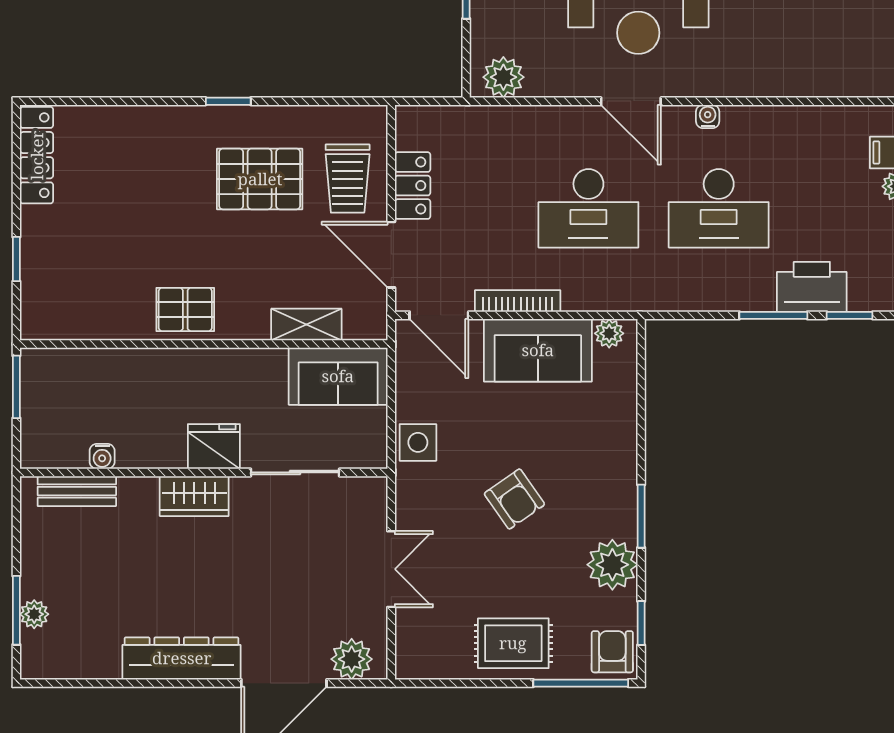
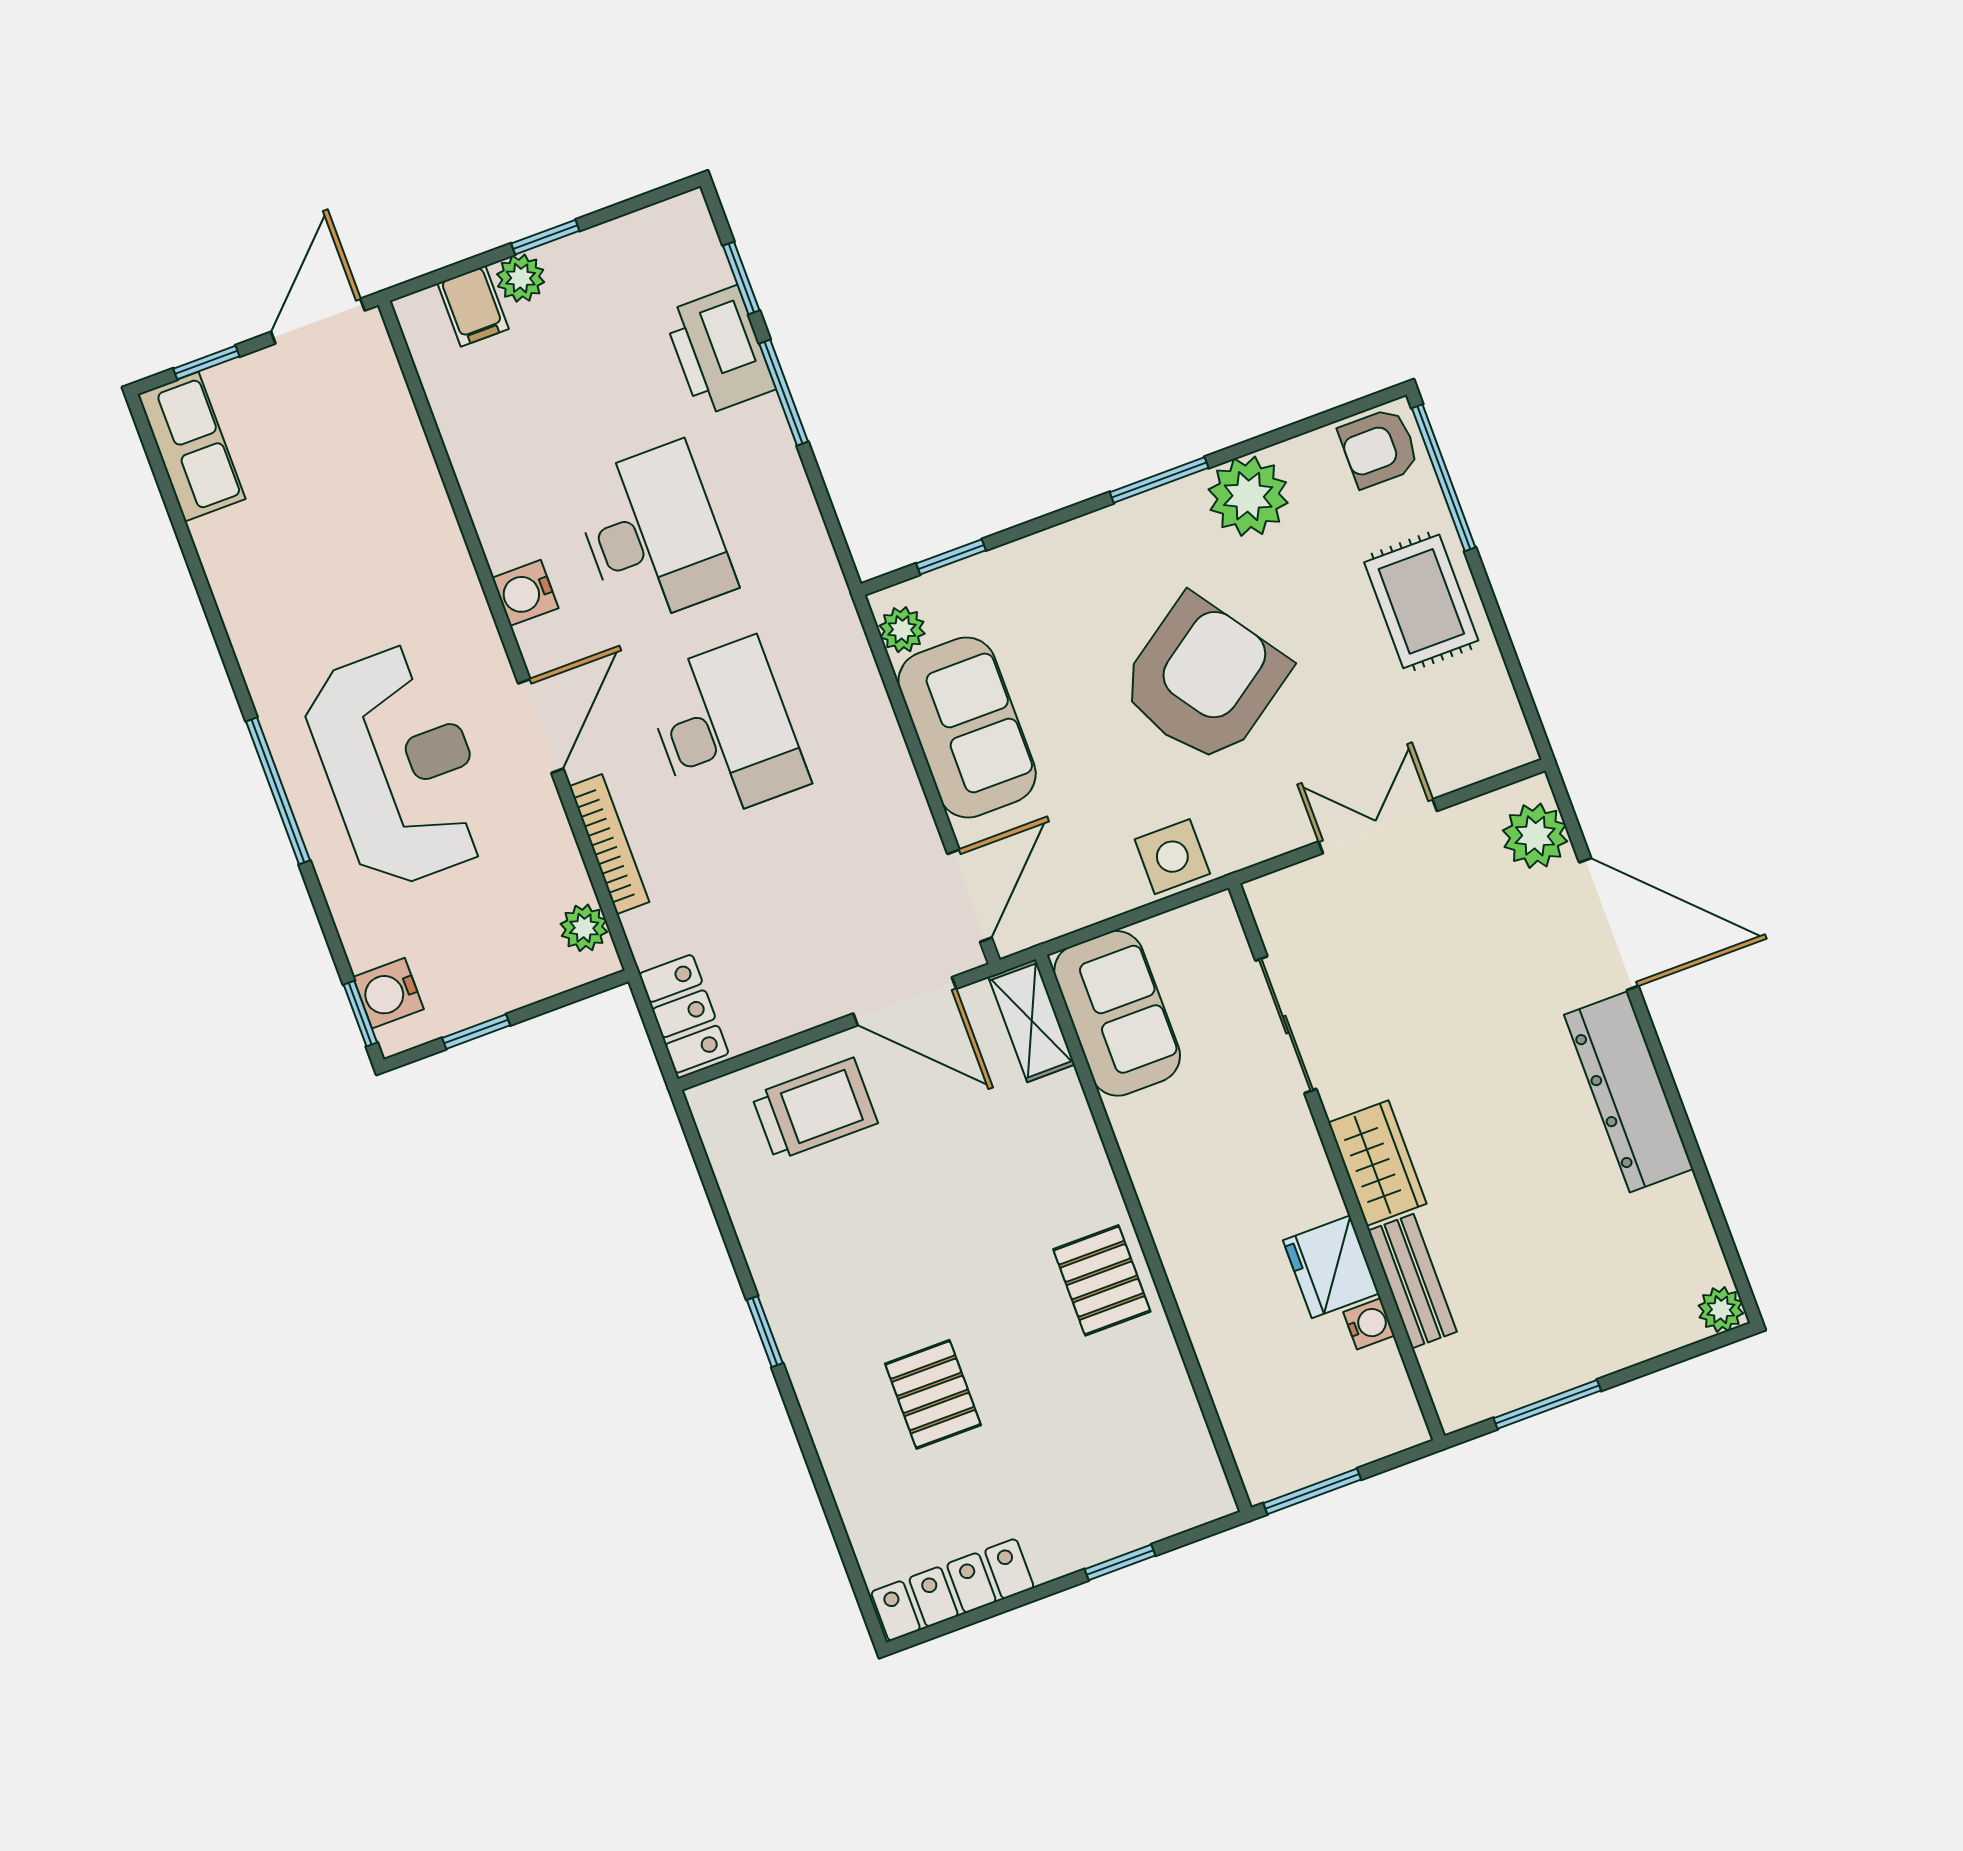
plant: (503, 77) -> (584, 928), width x0.73, depth x0.73
water cooler: (708, 116) -> (525, 593), width x1.38, depth x1.38
pallet: (260, 179) -> (933, 1394), moved, width x0.67, depth x0.71
locker: (413, 186) -> (684, 1014), moved, turned 90
door: (391, 255) -> (905, 1001), hinge flipped
bookcase: (518, 301) -> (609, 844), moved, turned 180
shelving: (306, 325) -> (1032, 1021), moved
fridge: (214, 446) -> (1331, 1267), moved
bench: (77, 491) -> (1413, 1281), moved
armchair: (514, 499) -> (1204, 680), width x1.88, depth x1.88
window: (16, 610) -> (1547, 1404), moved
plant: (34, 614) -> (1721, 1310), moved
window: (641, 623) -> (951, 557), moved

